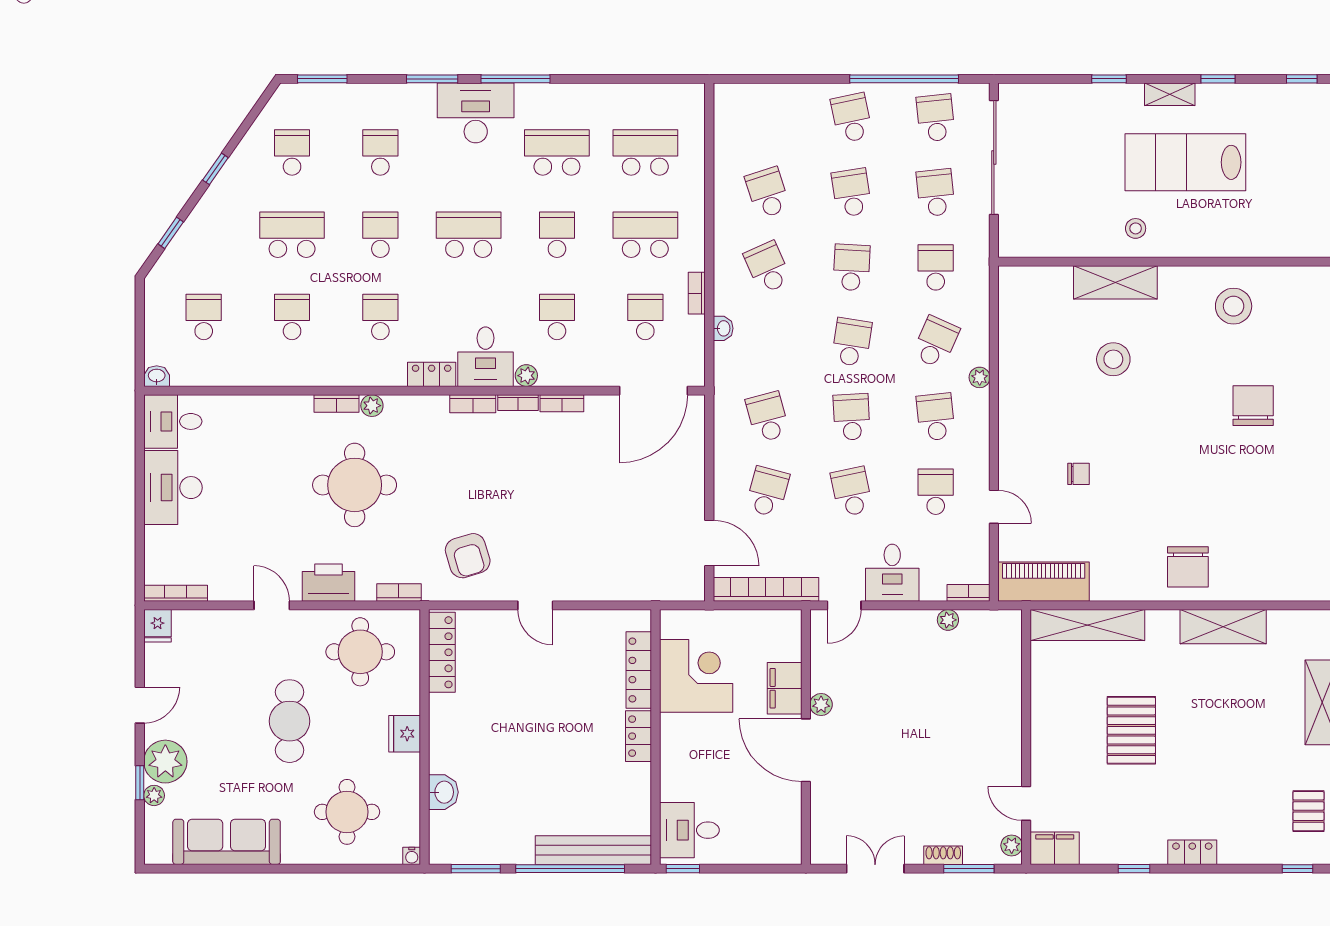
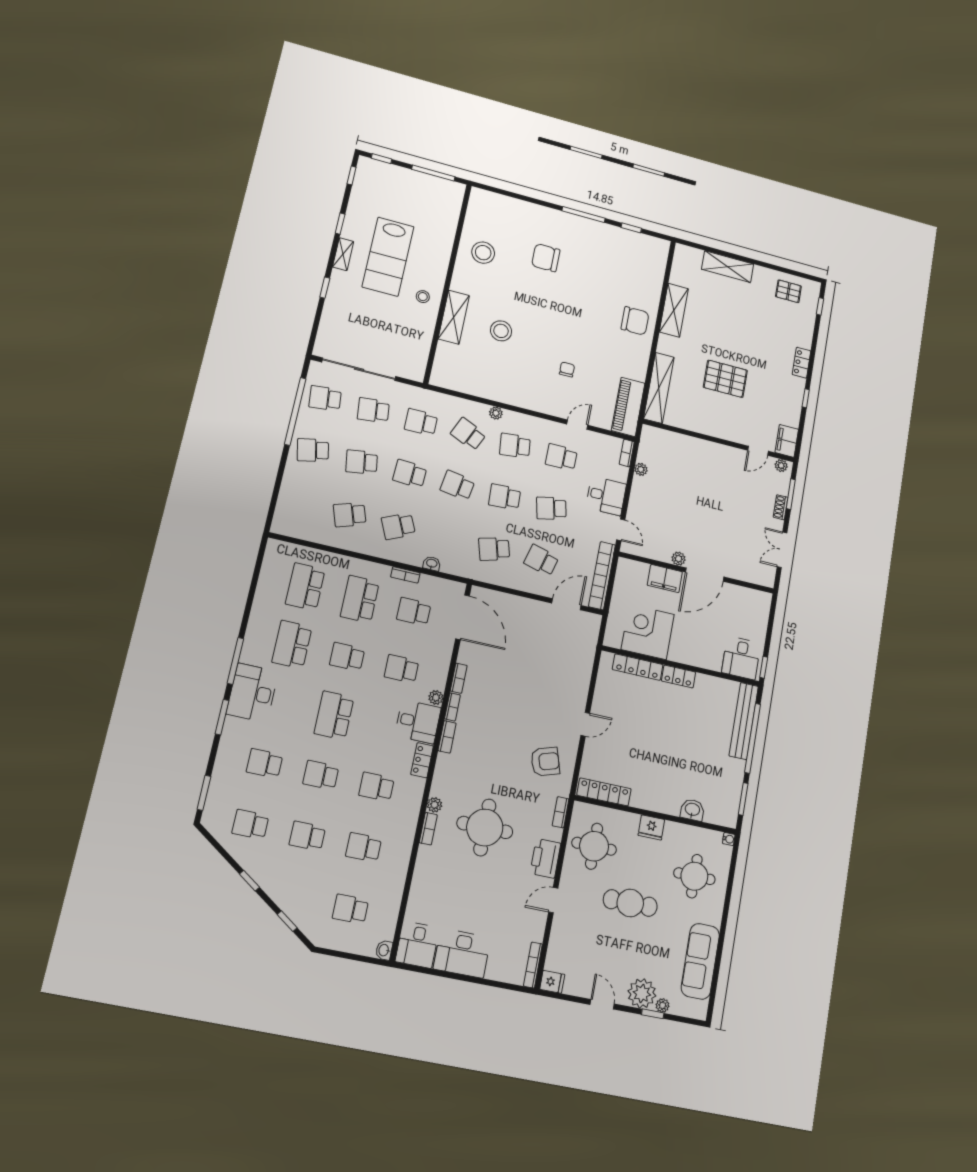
school desk: (292, 235) -> (307, 836), width x0.54

